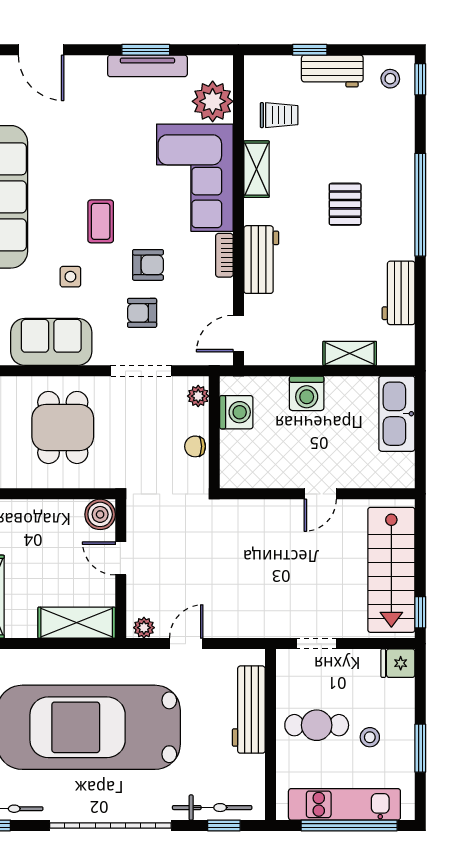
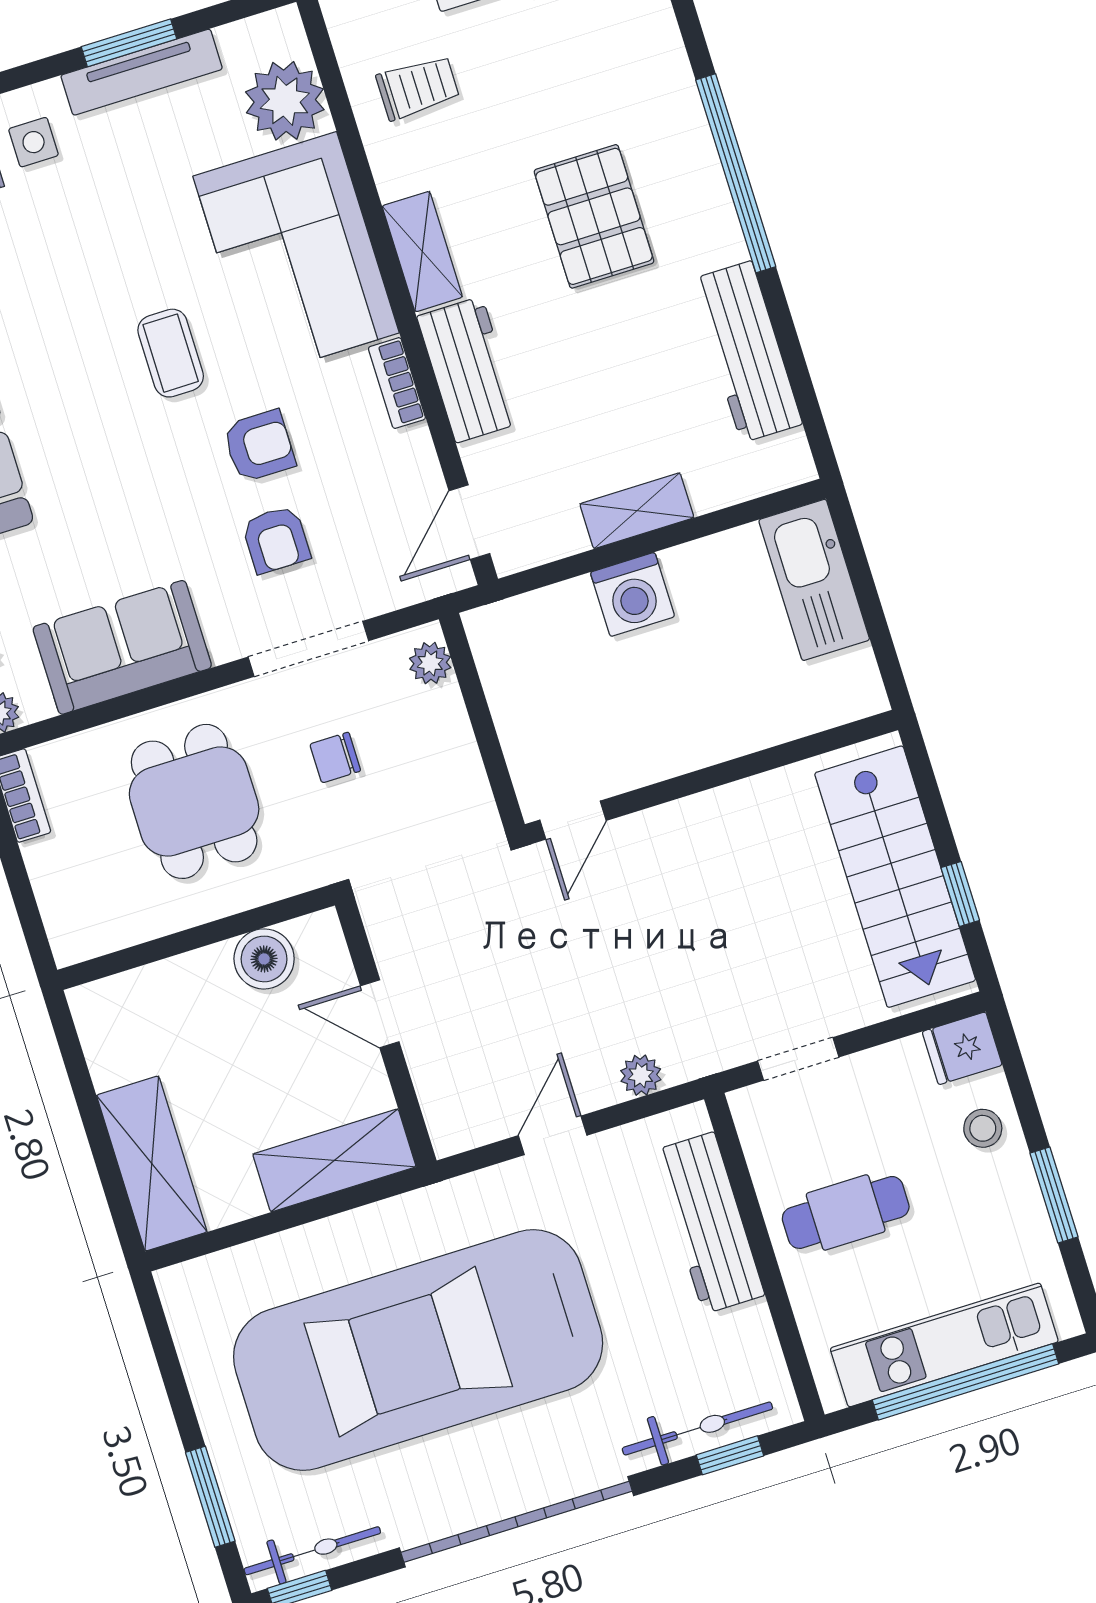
shelving: (256, 169) -> (422, 252), moved
pallet: (345, 204) -> (594, 216), width x1.50, depth x1.42
coffee table: (101, 221) -> (171, 353), moved
side table: (70, 277) -> (34, 142), moved
workbench: (399, 293) -> (747, 352), width x1.38
armchair: (142, 313) -> (276, 540), turned -90
shelving: (350, 353) -> (637, 511), moved
washing machine: (236, 412) -> (511, 671), removed
chair: (195, 446) -> (335, 757), moved
door: (320, 494) -> (573, 820), moved
boiler: (100, 514) -> (264, 959), moved
window: (420, 612) -> (960, 894), moved
plant: (144, 628) -> (641, 1075), moved
stool: (370, 737) -> (983, 1128), moved

